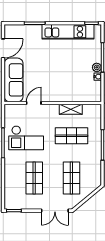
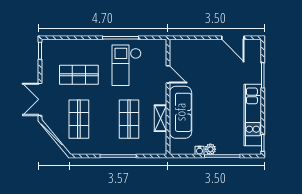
sofa: (14, 80) -> (180, 112), moved, turned -90
shop shelf: (71, 178) -> (79, 119), turned 90

